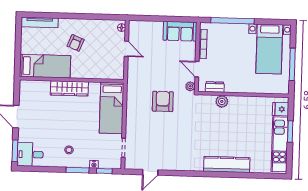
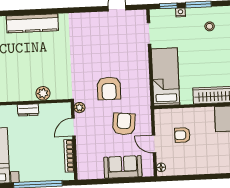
sofa: (180, 31) -> (123, 167), moved
armchair: (76, 43) -> (182, 135), moved, turned -112
armchair: (152, 69) -> (124, 124), added
door: (197, 69) -> (73, 127), swing flipped
dresser: (215, 87) -> (28, 110), moved

